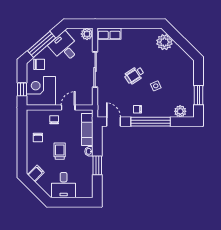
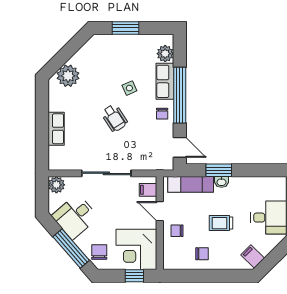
row of seats: (109, 34) -> (56, 129), moved
window: (198, 95) -> (126, 28), moved
filing cabinet: (83, 99) -> (148, 190), added
row of seats: (161, 111) -> (165, 81), added
door: (113, 122) -> (180, 147), swing flipped
window: (97, 165) -> (219, 170), moved

